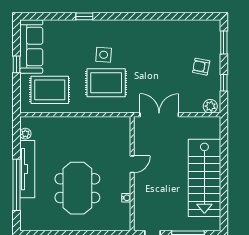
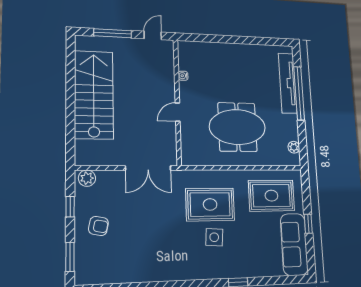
tv unit: (27, 169) -> (288, 83), moved
meeting table: (77, 188) -> (237, 127), moved, turned 90

